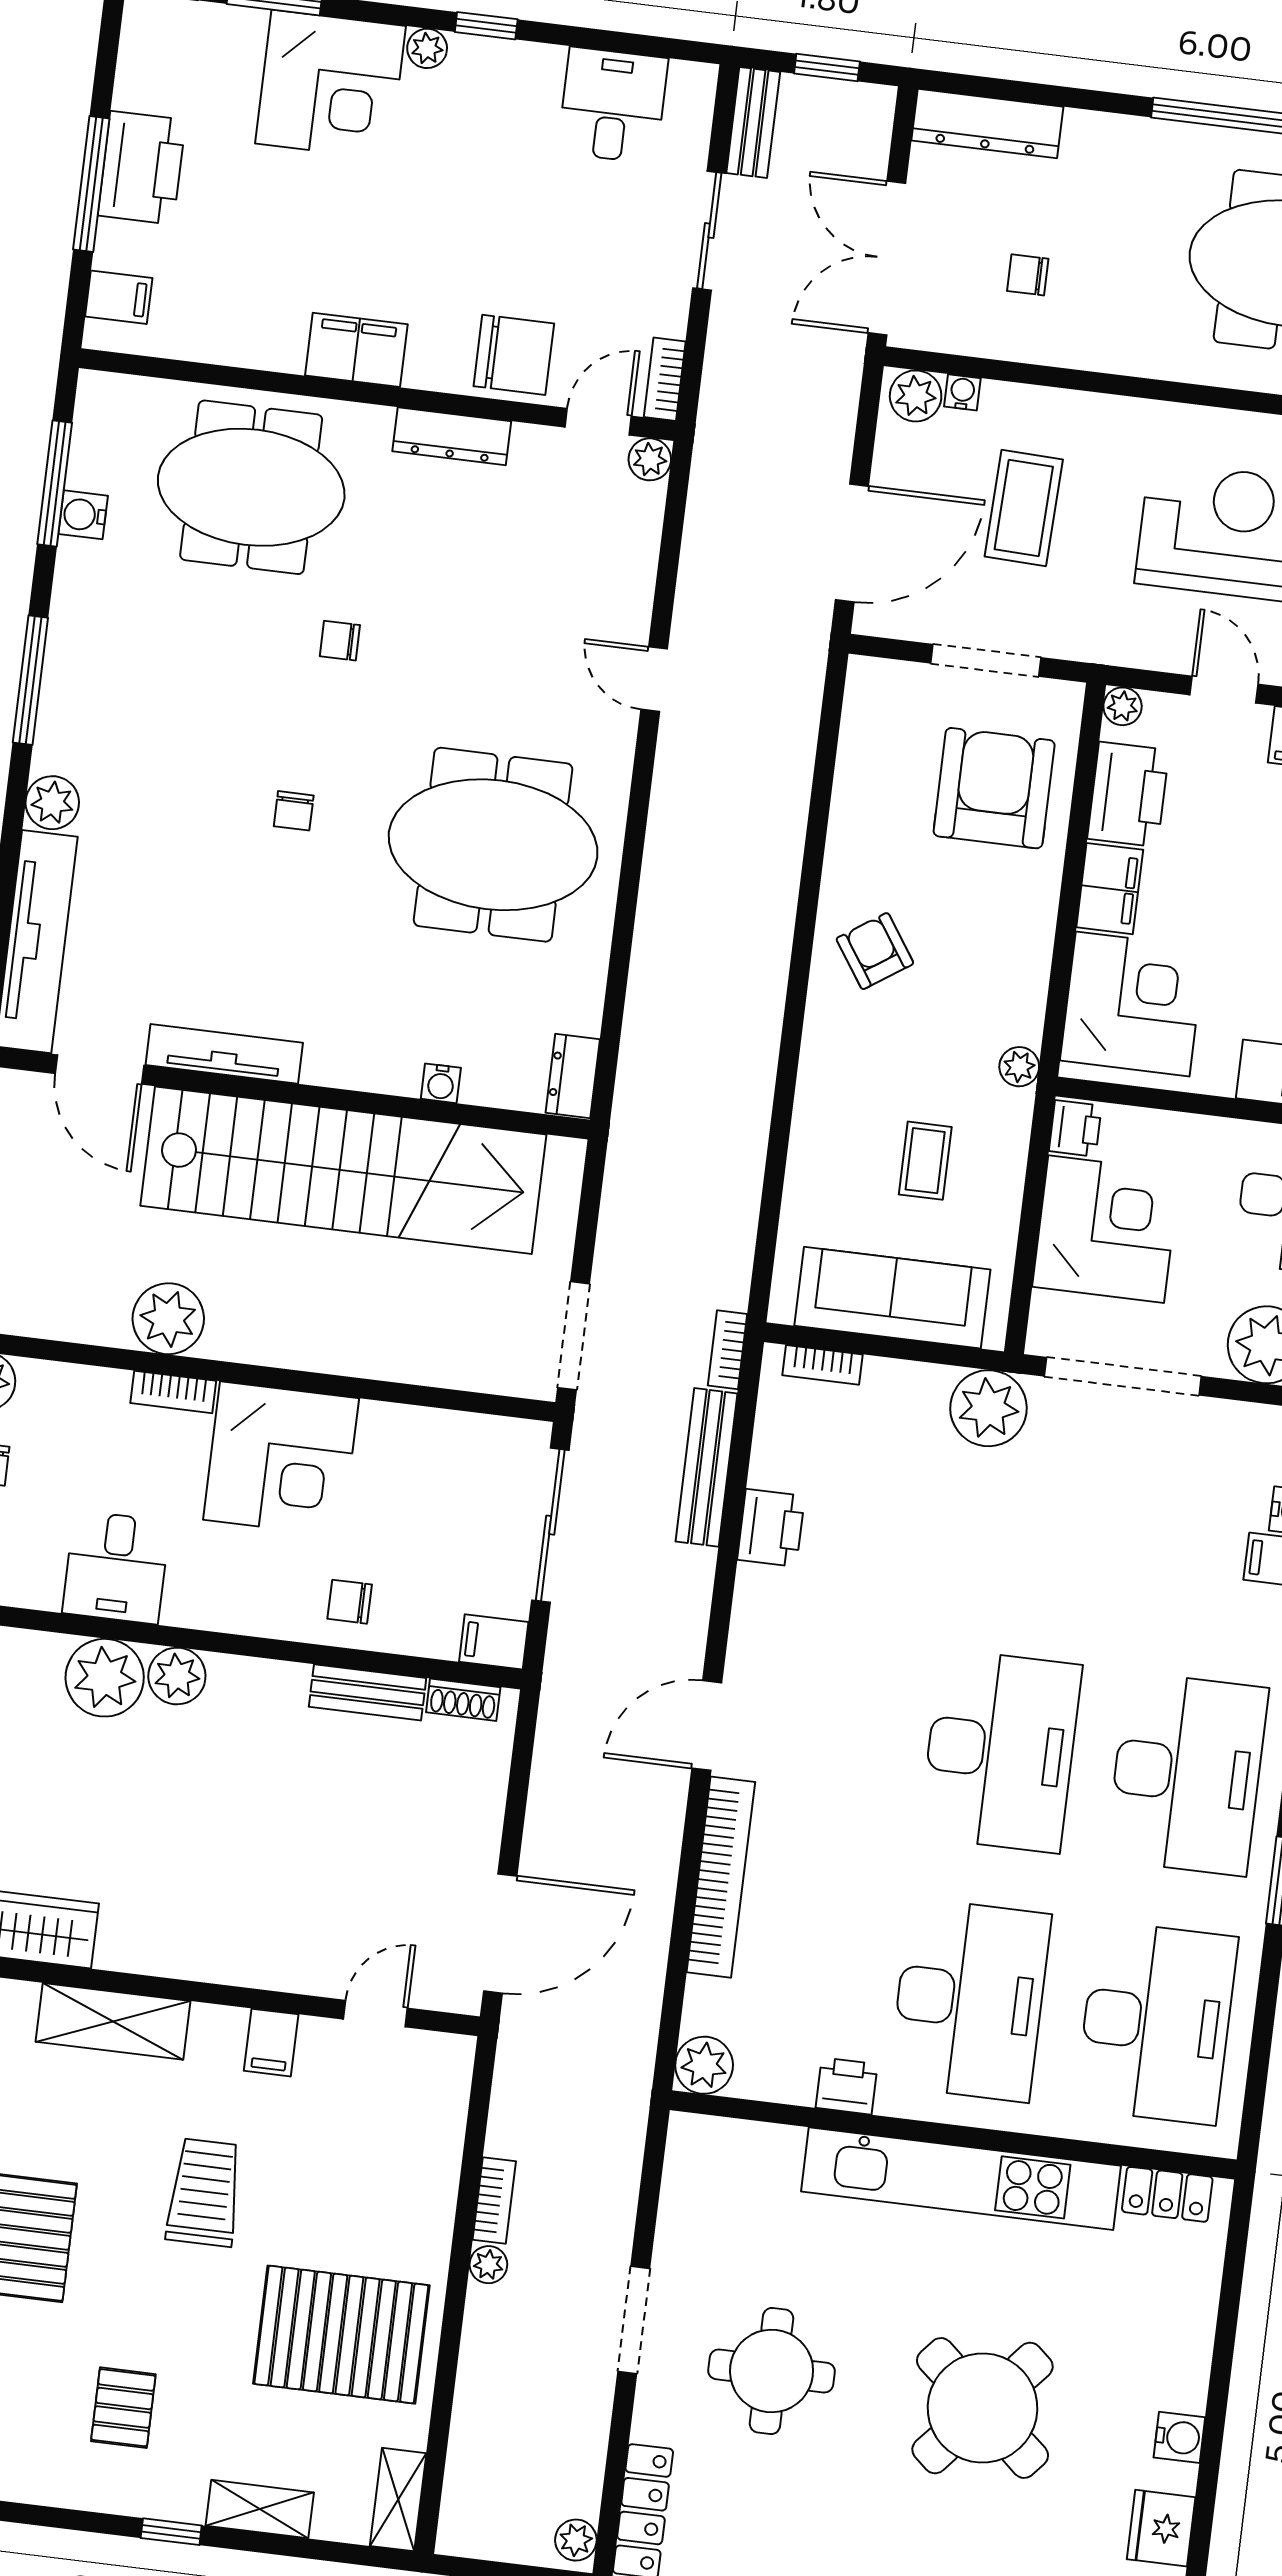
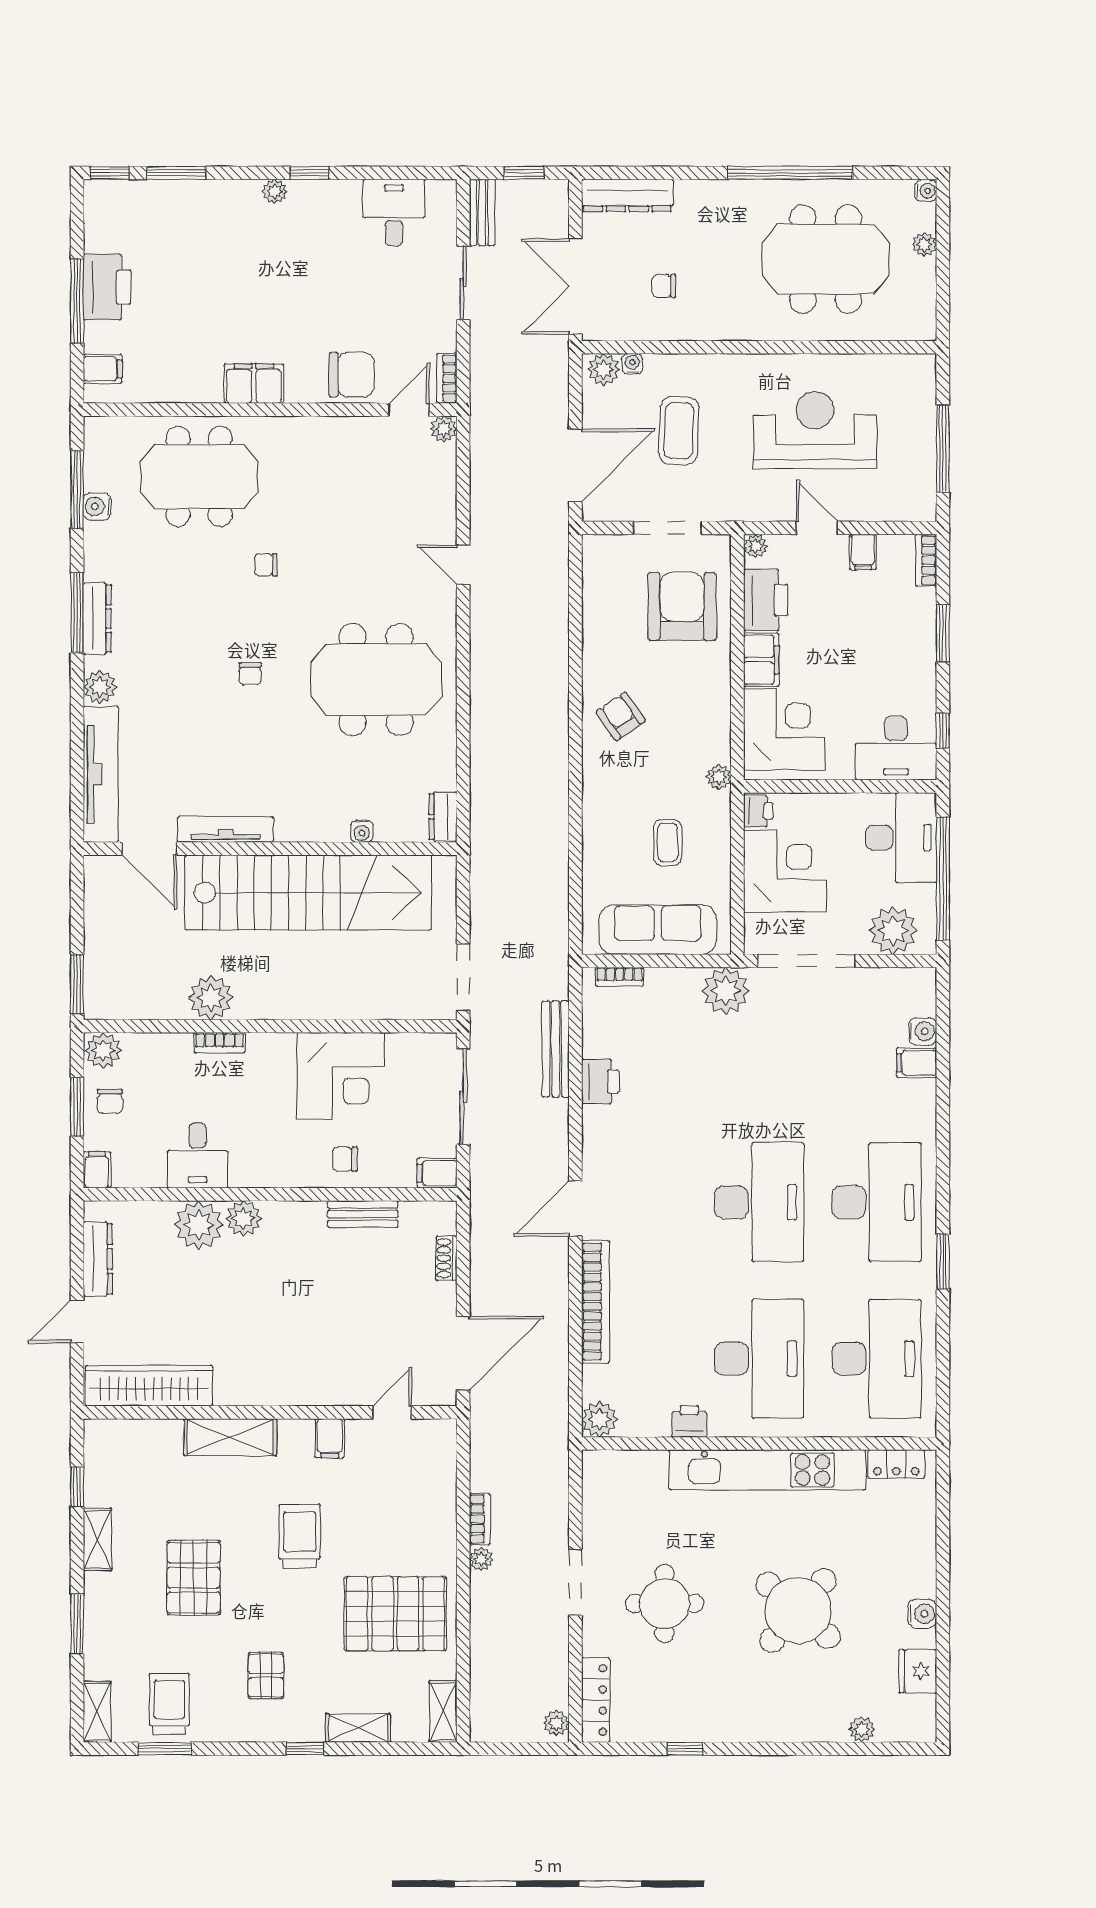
corner desk: (331, 85) -> (218, 221), removed
dresser: (452, 436) -> (97, 619), moved, turned -90
bookcase: (728, 1350) -> (560, 974), removed
corner desk: (281, 1459) -> (341, 1076), moved
shoe rack: (463, 1700) -> (446, 1258), moved, turned 90

